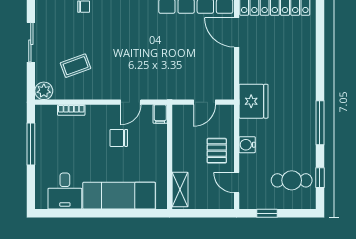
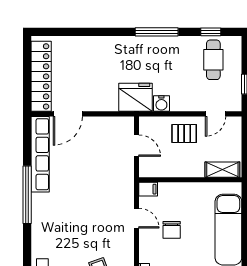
water cooler: (247, 145) -> (161, 104), moved

